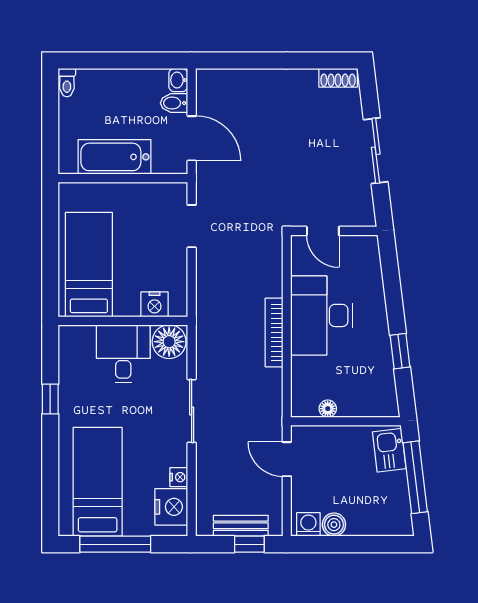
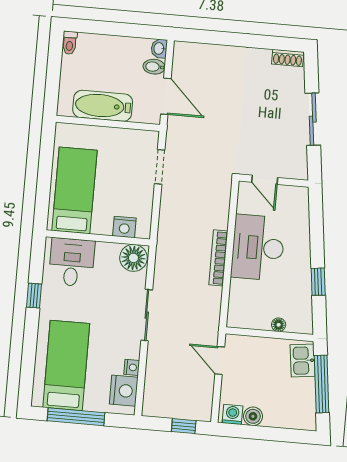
desk: (123, 354) -> (72, 262), moved
floor lamp: (328, 409) -> (279, 325), moved
bench: (241, 526) -> (178, 411), removed

